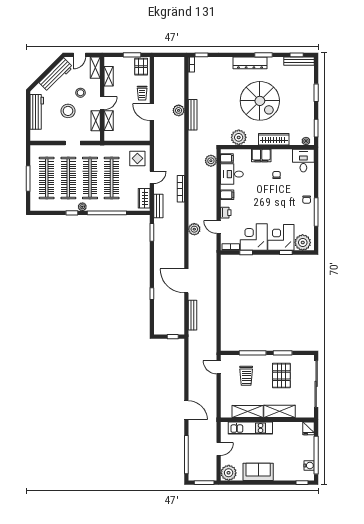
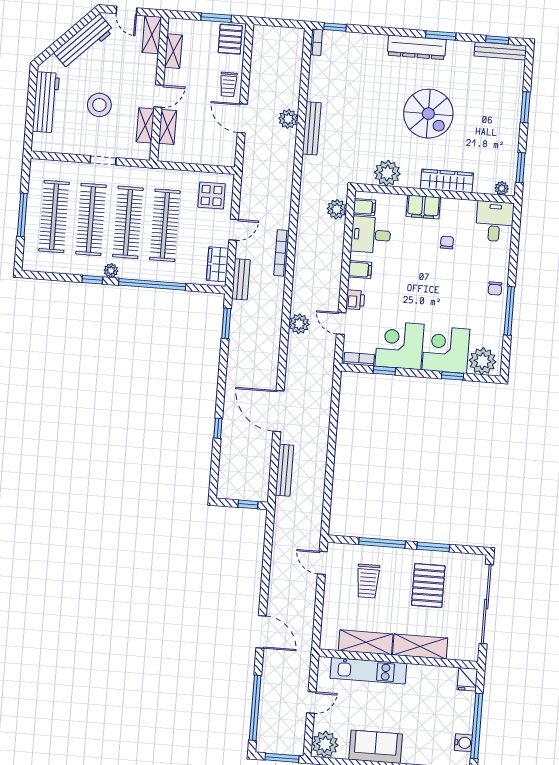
door: (79, 55) -> (127, 11), hinge flipped
stool: (80, 93) -> (123, 76), removed
spiral stairs: (260, 101) -> (428, 114), width x0.73, depth x0.73

